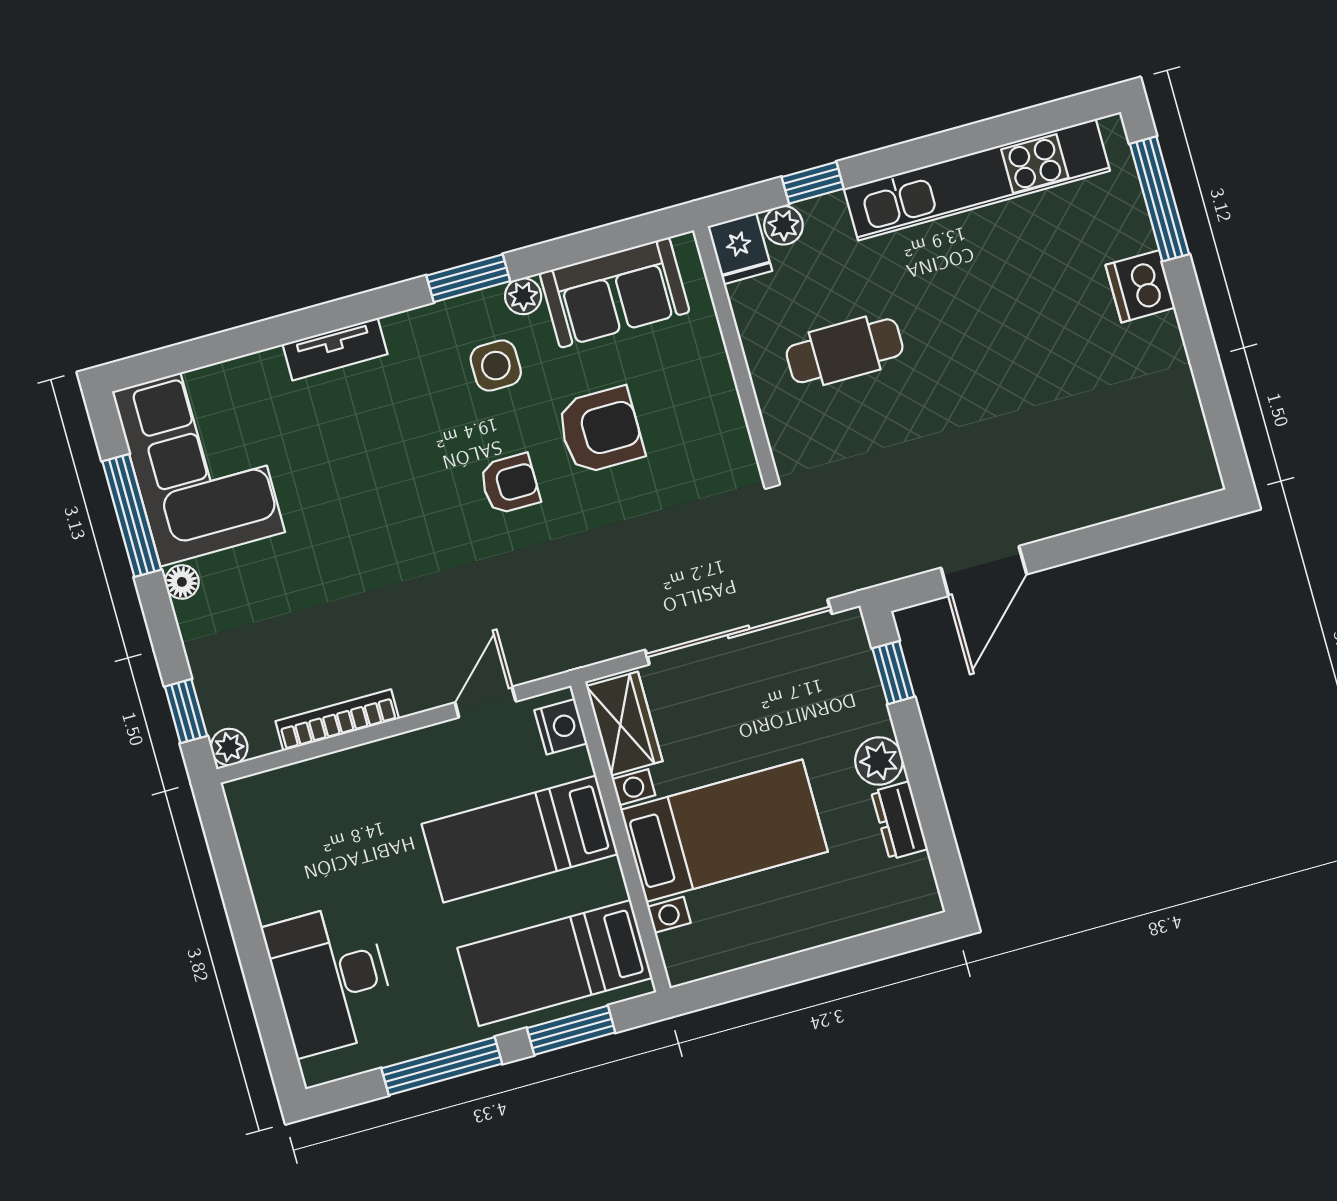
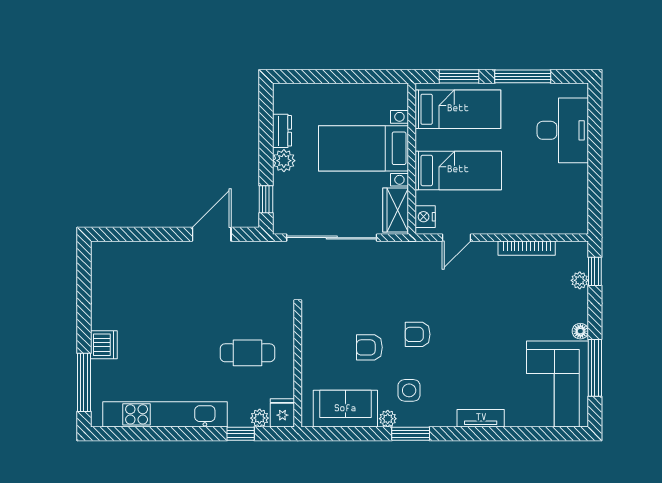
armchair: (600, 430) -> (369, 347), width x0.72, depth x0.72
plant: (229, 747) -> (580, 280), moved

